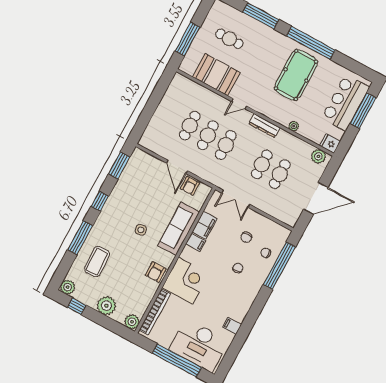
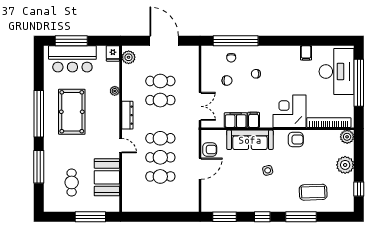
pool table: (296, 75) -> (72, 112), turned 90
plant: (68, 287) -> (347, 205), removed

